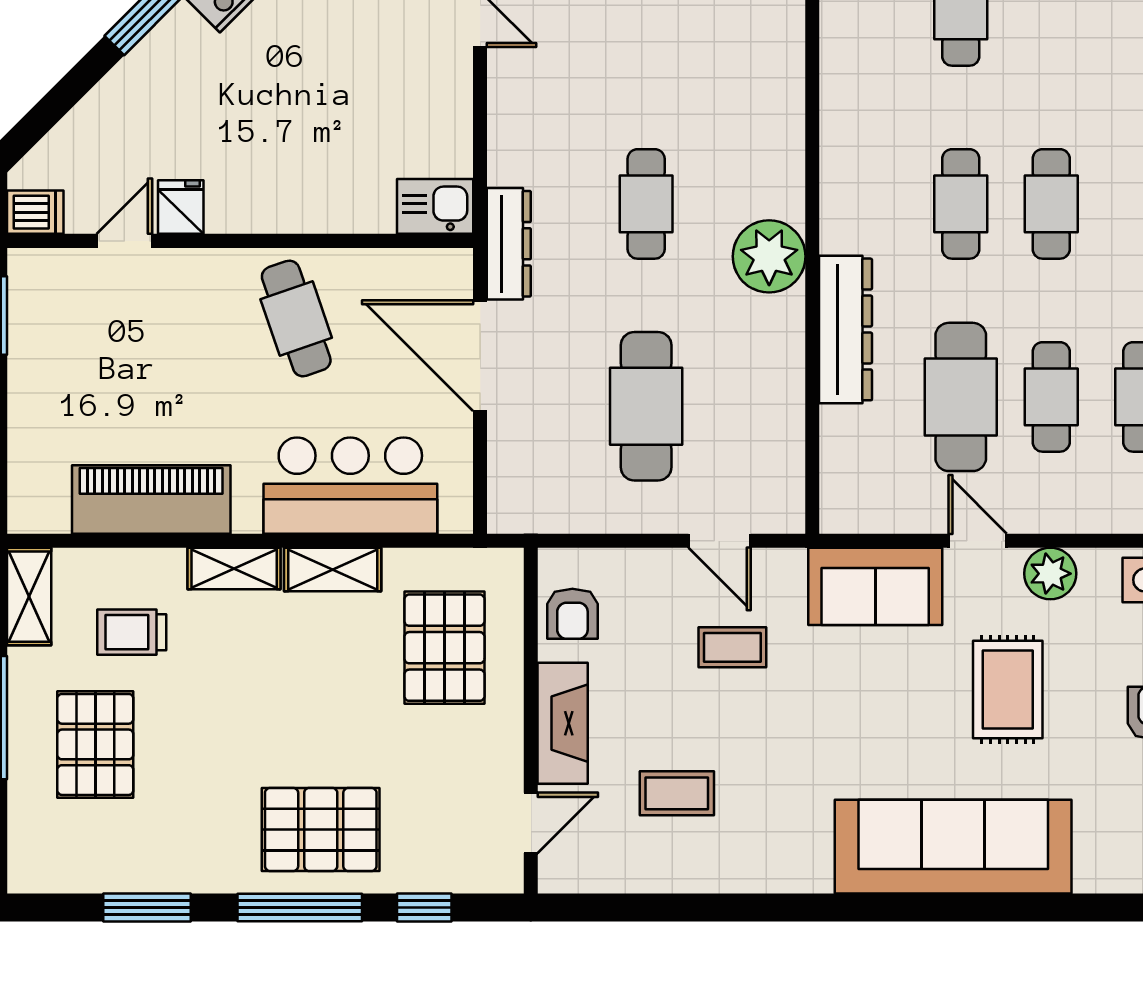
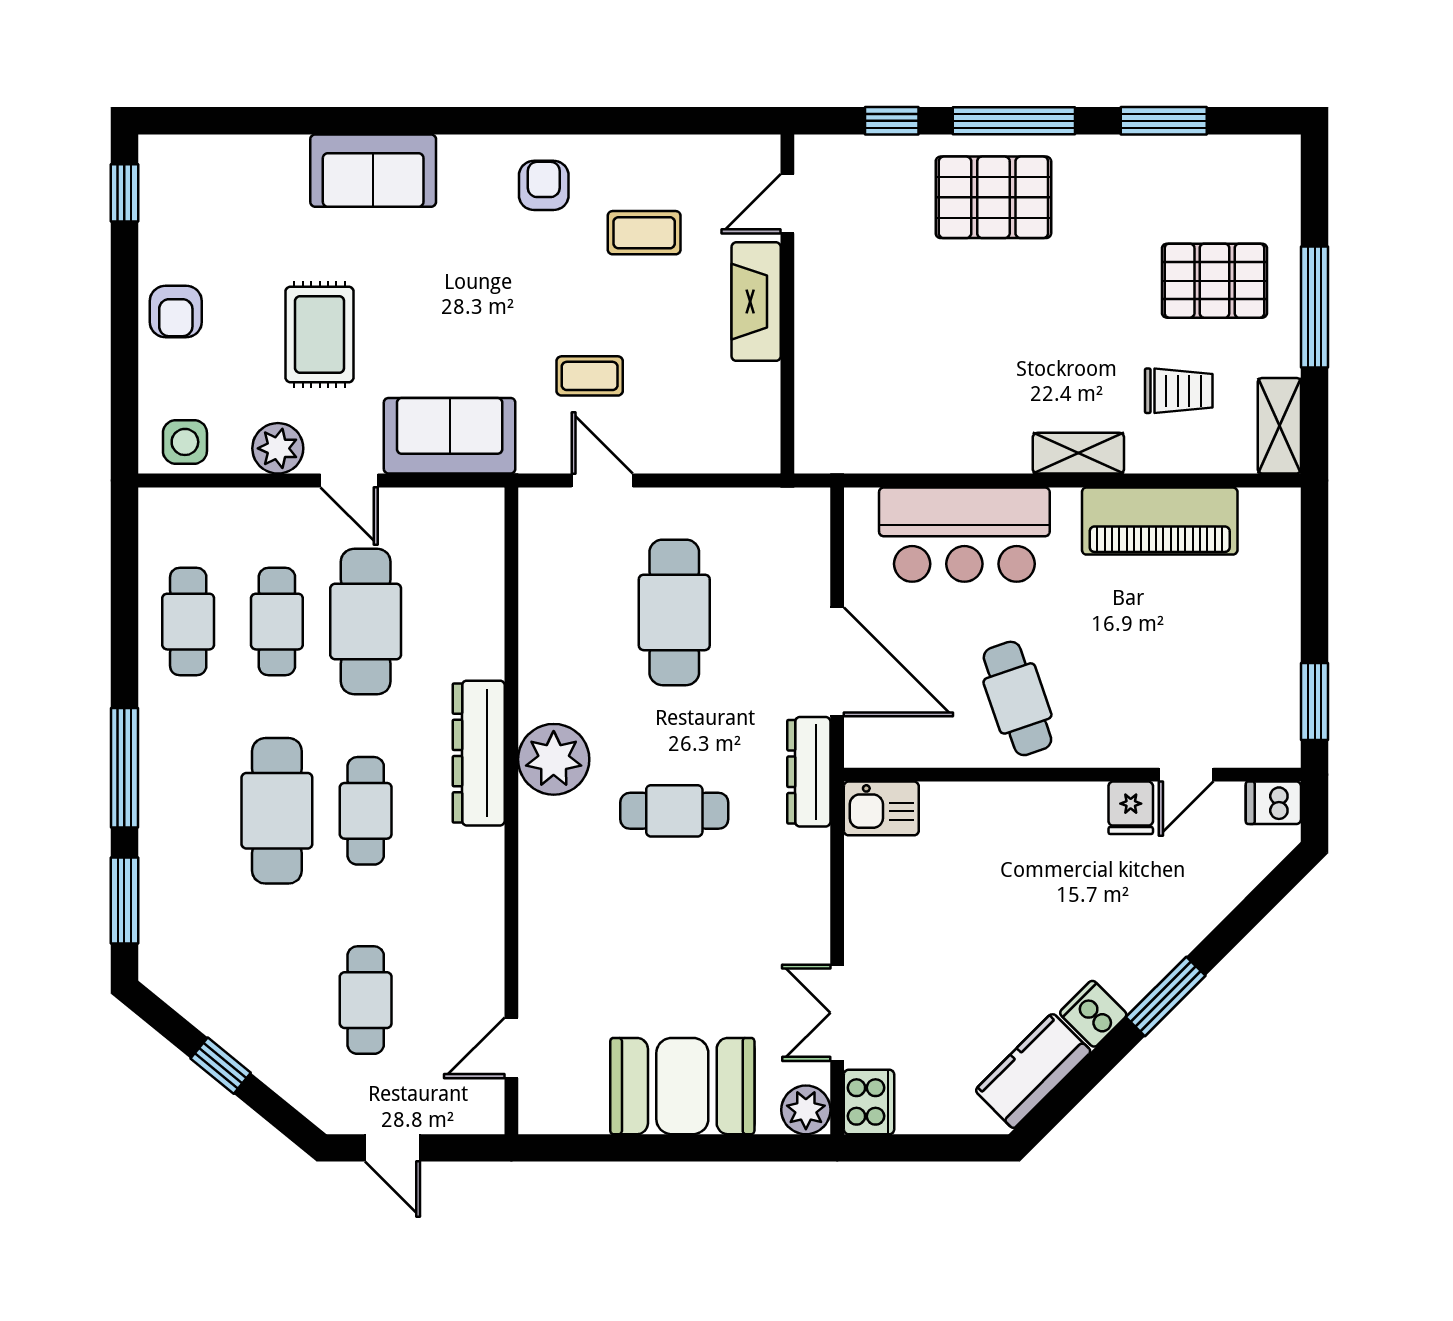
cafe table: (646, 204) -> (674, 811), turned 90
cafe table: (1051, 204) -> (277, 811), width x1.37, depth x1.35
dresser: (846, 329) -> (479, 753), moved
shelving: (333, 569) -> (982, 452), removed
armchair: (572, 614) -> (544, 185), moved
pallet: (444, 648) -> (872, 376), removed
pallet: (95, 744) -> (1215, 281), turned 90
sofa: (953, 847) -> (373, 171), width x0.54, depth x0.79

